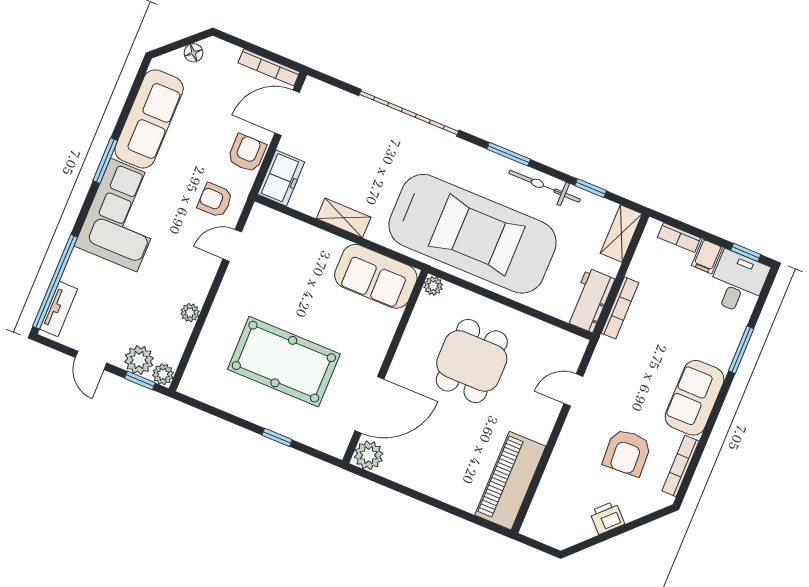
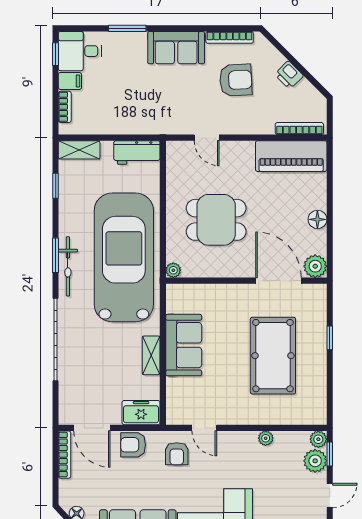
bicycle: (545, 186) -> (68, 266), moved
sofa: (376, 276) -> (184, 345), moved
bookcase: (620, 308) -> (299, 129), moved
floor lamp: (423, 481) -> (317, 219), added

